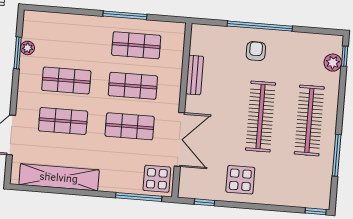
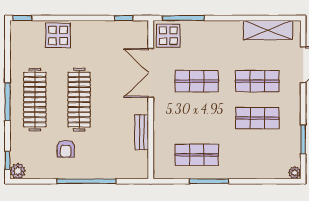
plant: (28, 48) -> (295, 173), moved
armchair: (256, 51) -> (66, 149), moved
plant: (333, 63) -> (18, 171), moved
shop shelf: (133, 86) -> (197, 118), removed
window: (337, 155) -> (8, 102), moved
shelving: (59, 177) -> (268, 30), width x0.68
display table: (240, 180) -> (58, 35), moved

